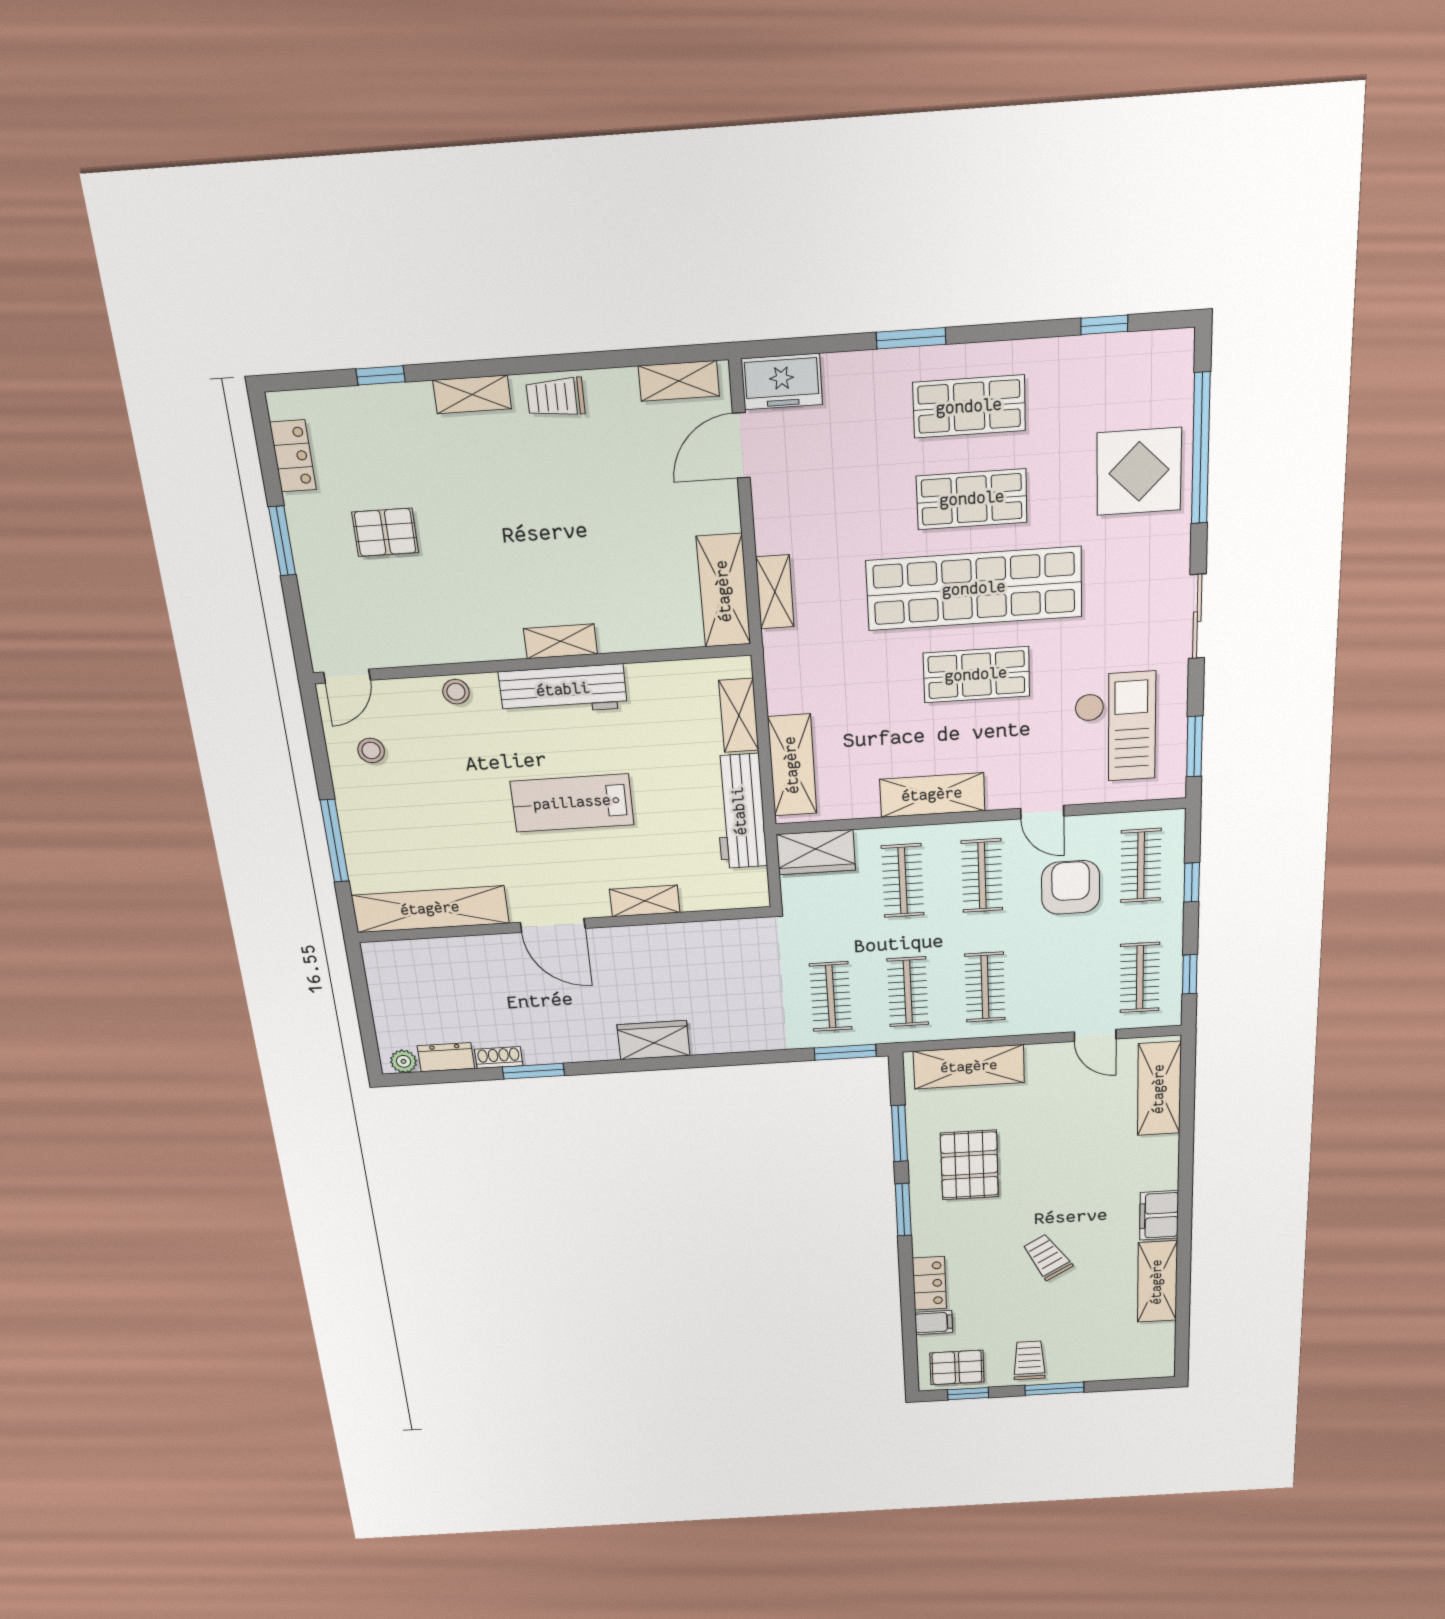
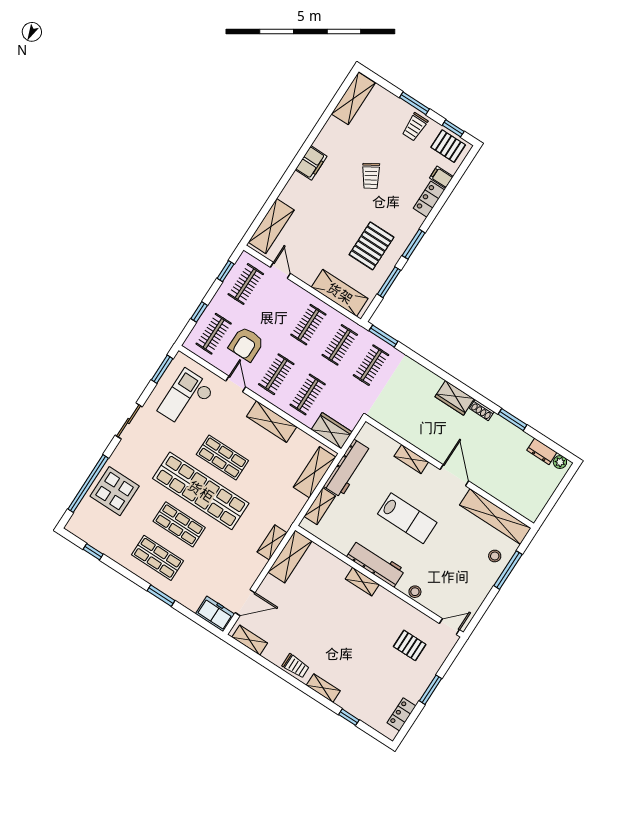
pallet: (385, 532) -> (410, 645), moved
stool: (371, 750) -> (495, 556), moved
shoe rack: (499, 1057) -> (482, 410), moved
shelving: (1157, 1282) -> (353, 98), moved

